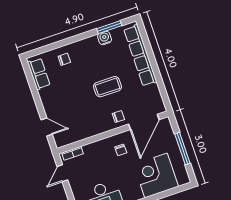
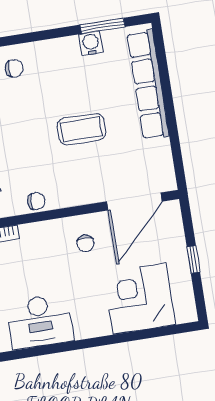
chair: (118, 117) -> (36, 201), moved
window: (182, 149) -> (193, 260), width x0.46

